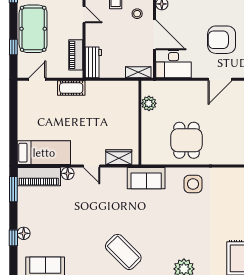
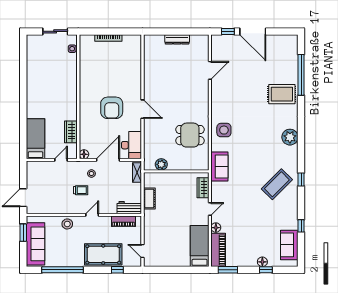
cot: (71, 88) -> (149, 198), moved

